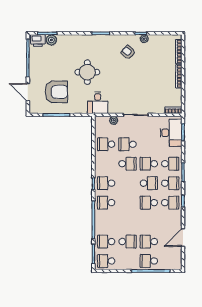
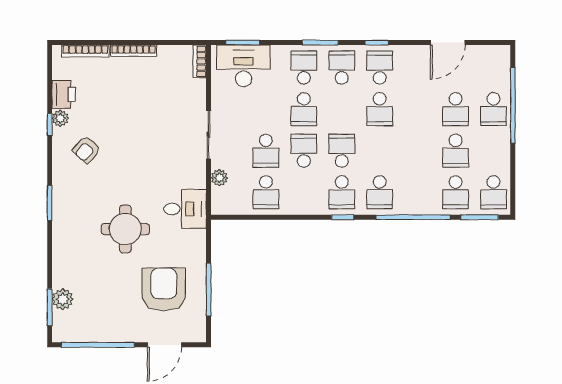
printer: (38, 40) -> (64, 94), moved
school desk: (149, 183) -> (342, 151), moved
door: (183, 238) -> (448, 43), hinge flipped
school desk: (128, 242) -> (456, 151), turned 180

